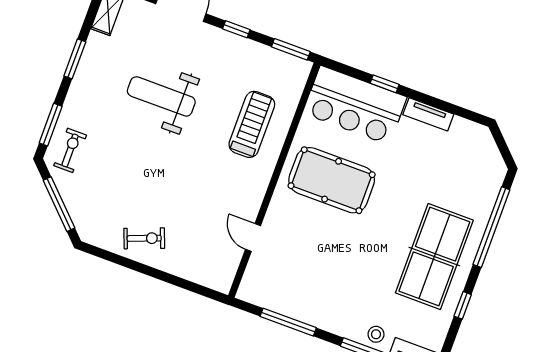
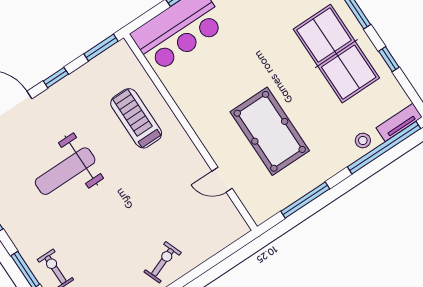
pool table: (332, 180) -> (270, 131), moved, turned 90

